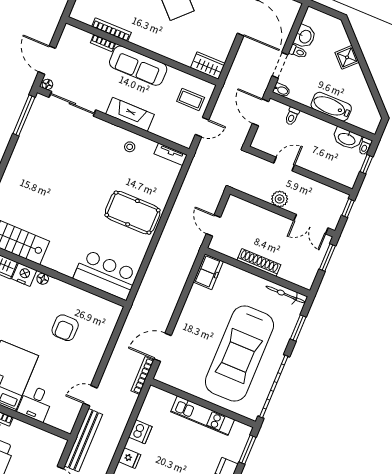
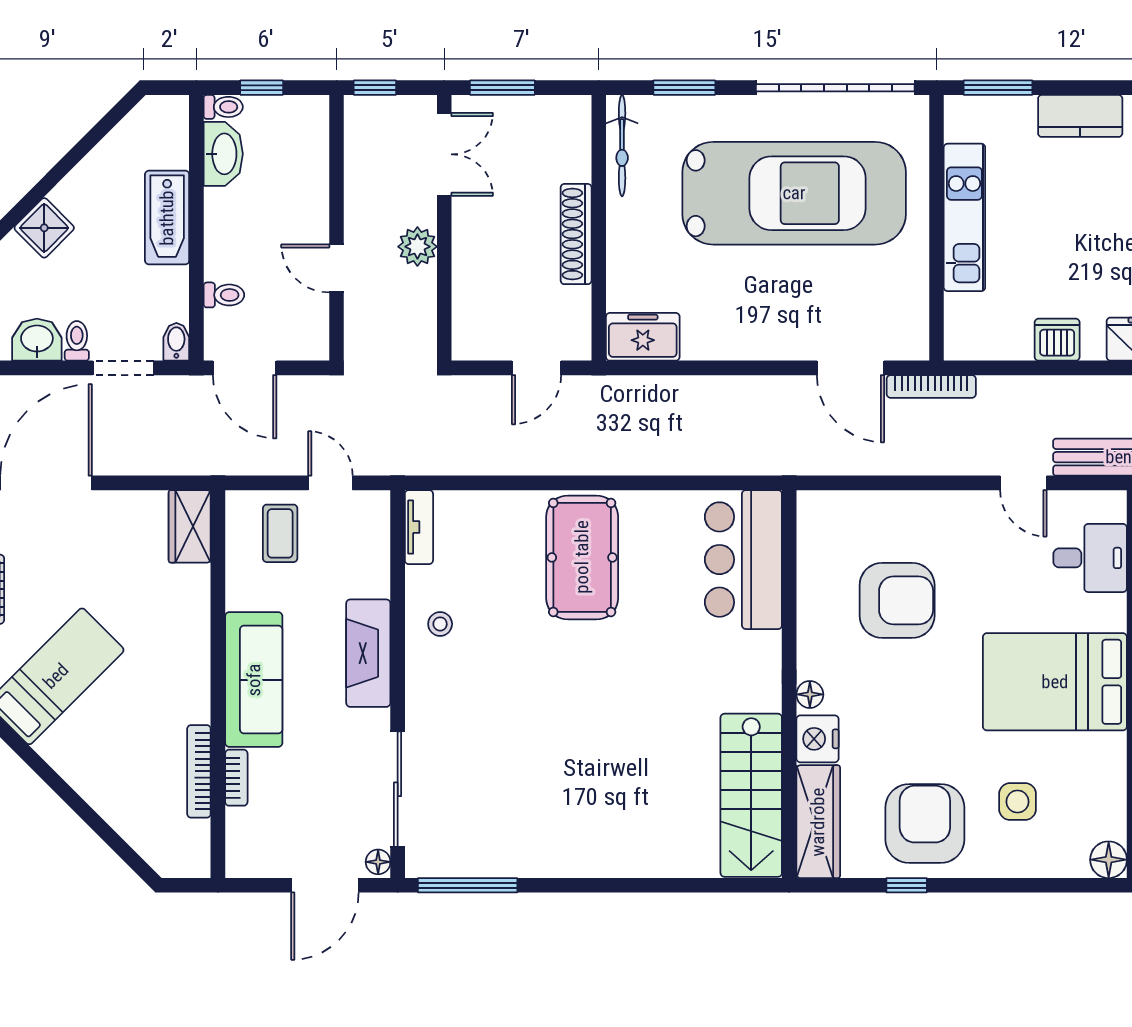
door: (260, 112) -> (245, 368), hinge flipped
armchair: (65, 328) -> (897, 600), width x1.36, depth x1.36
desk: (36, 403) -> (1090, 558), moved

